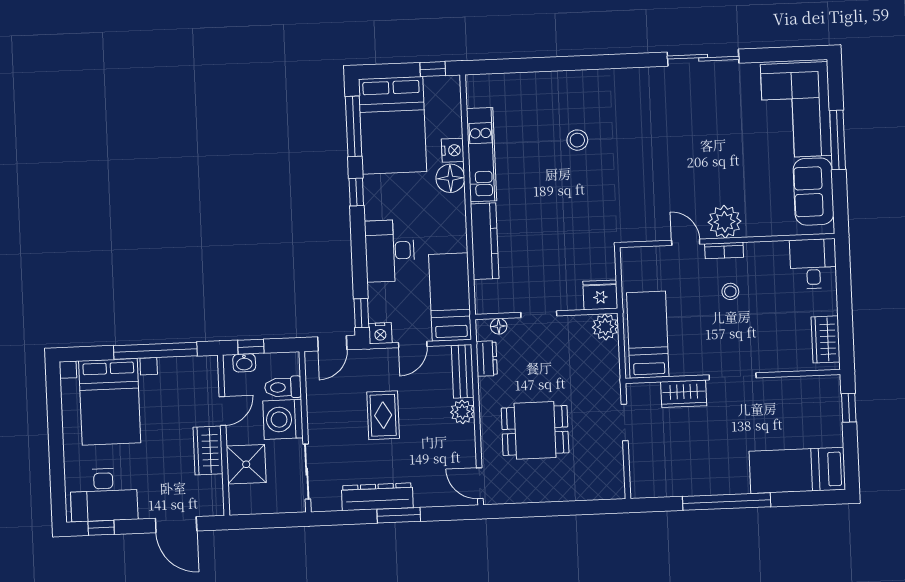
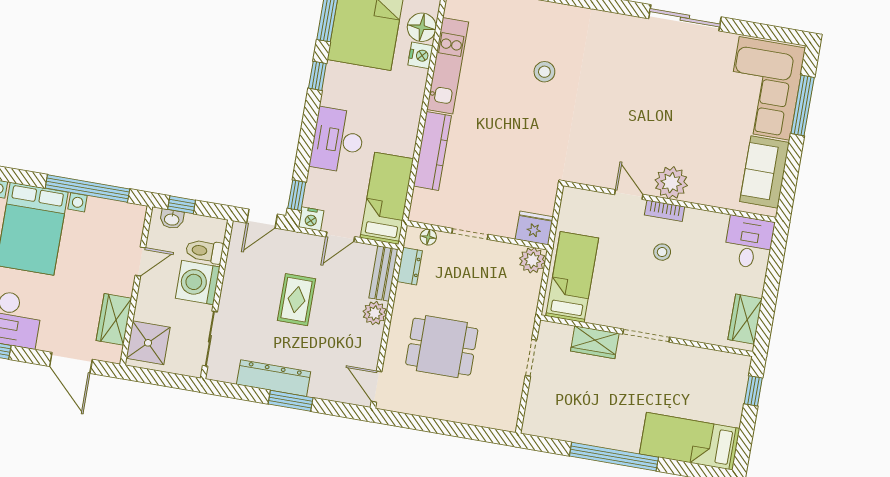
window: (838, 140) -> (803, 105), moved
floor lamp: (450, 178) -> (422, 27), moved
wardrobe: (208, 451) -> (114, 319), moved
shower: (246, 464) -> (148, 343), moved

